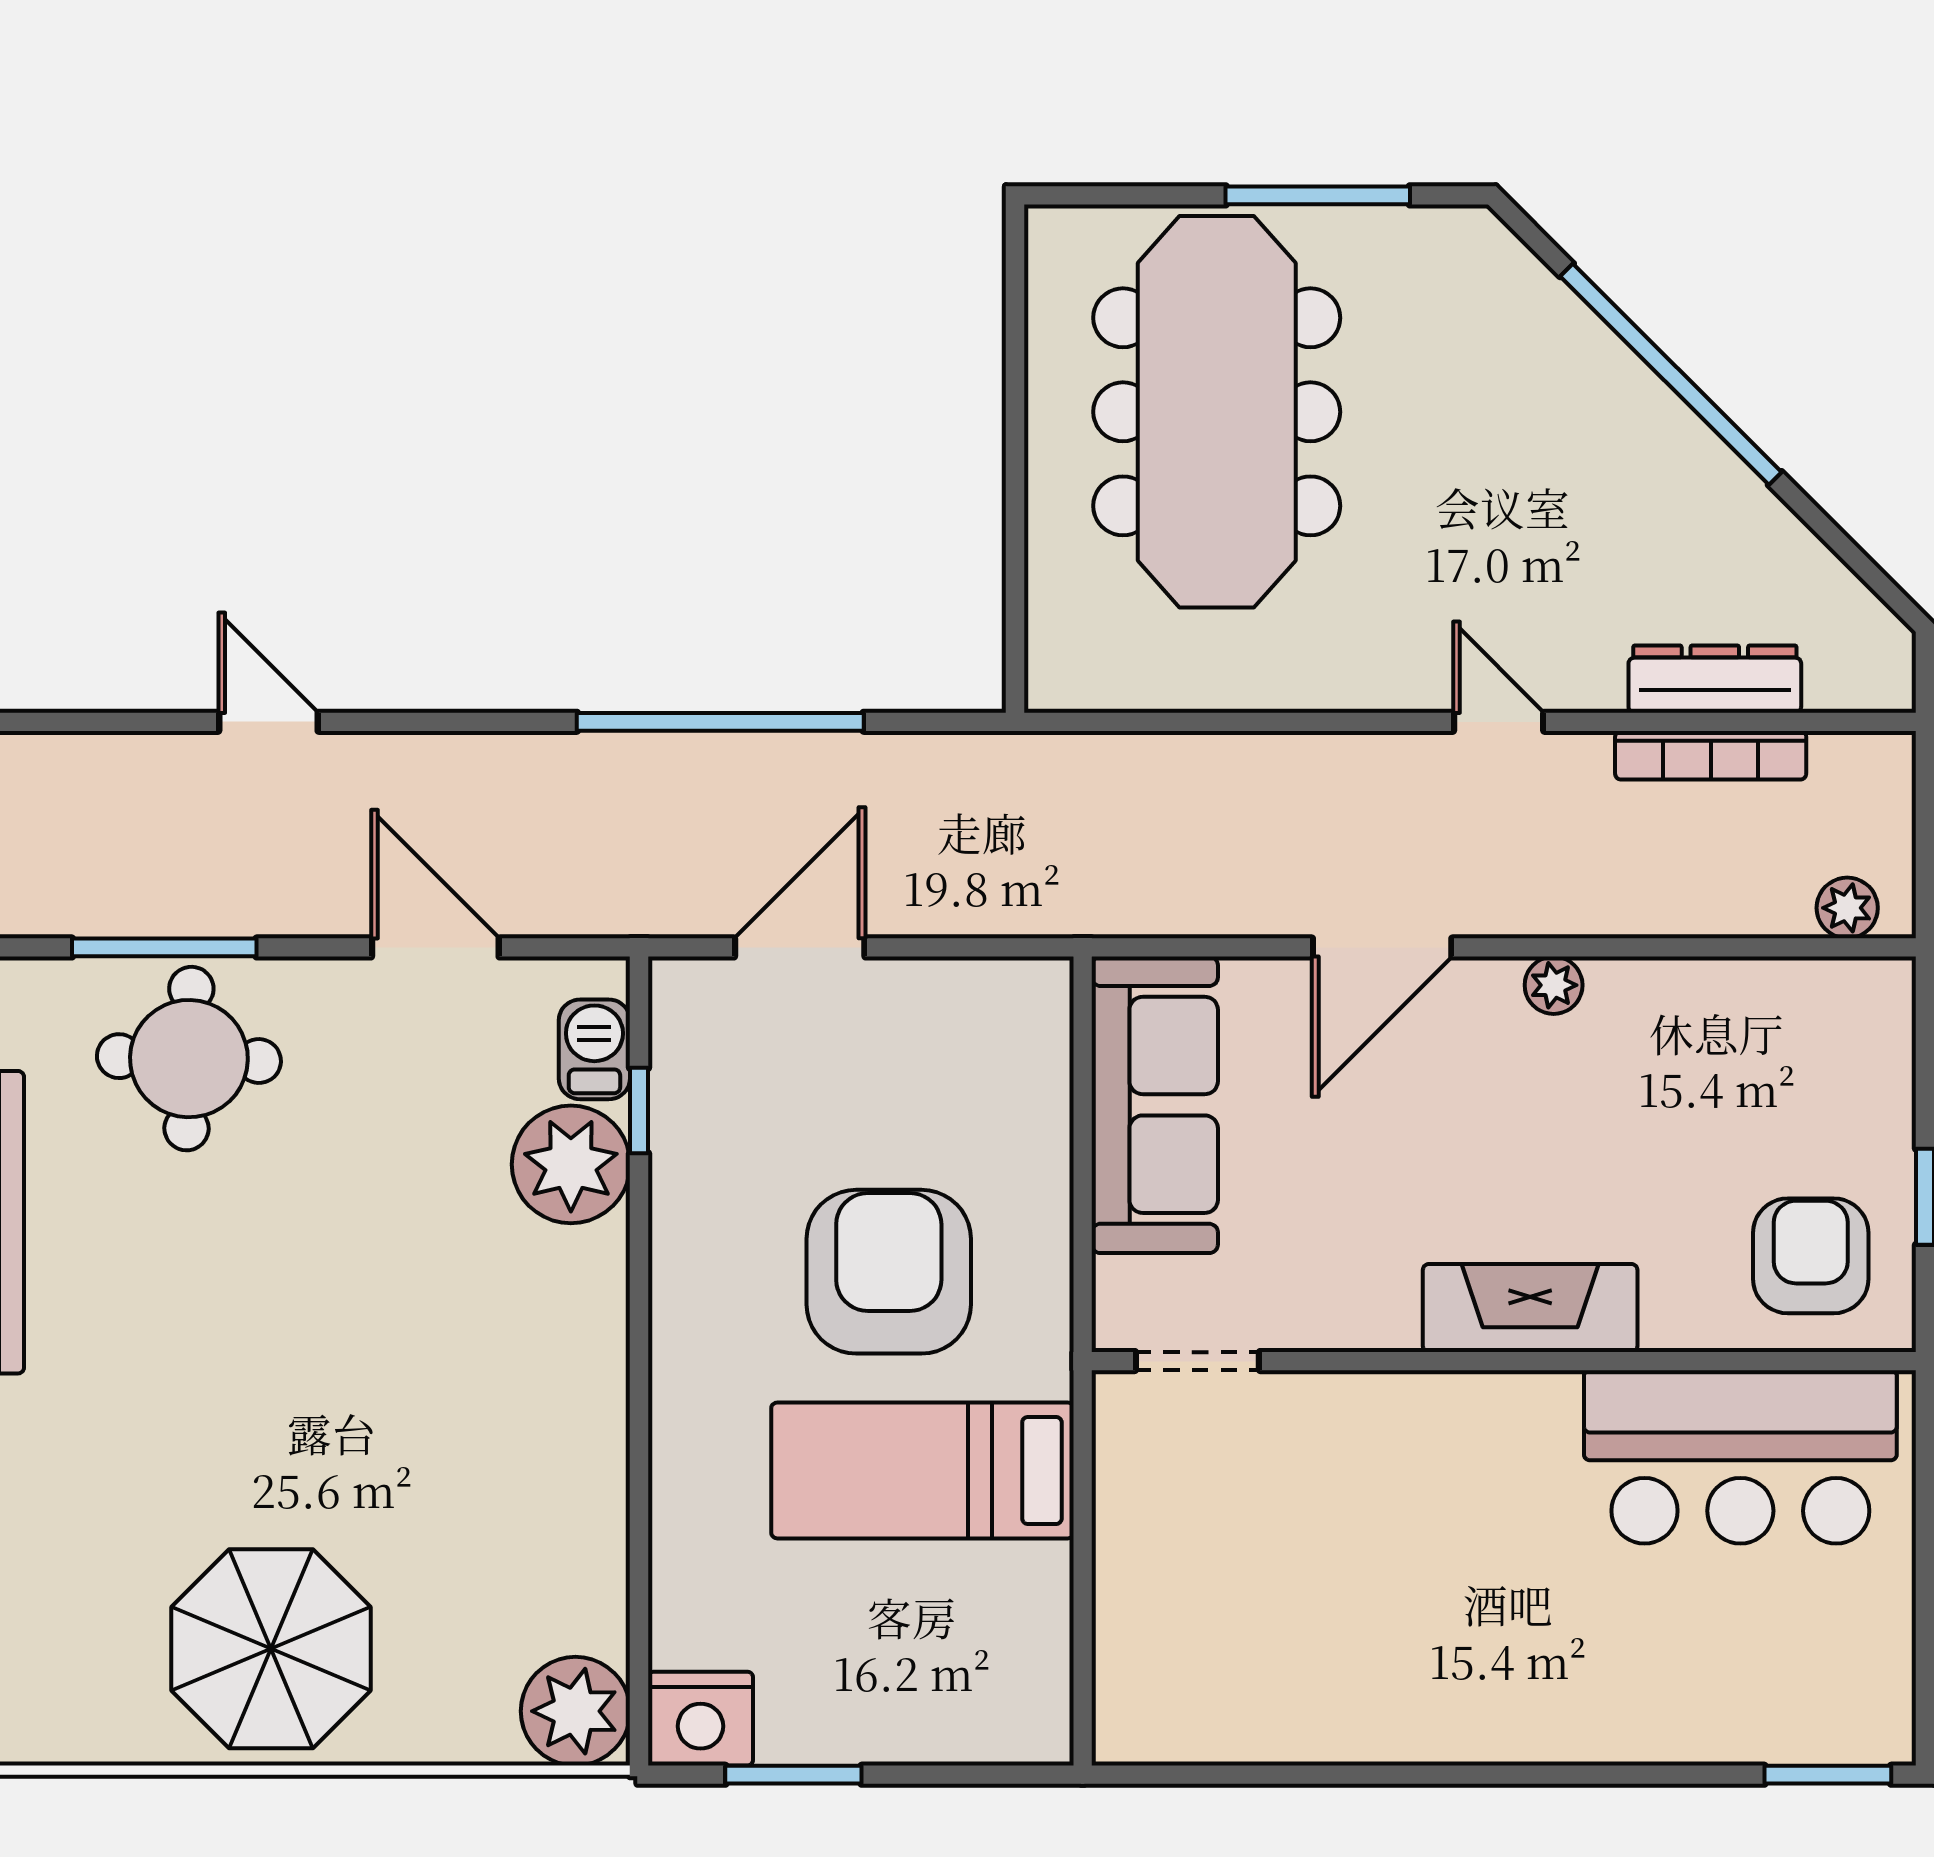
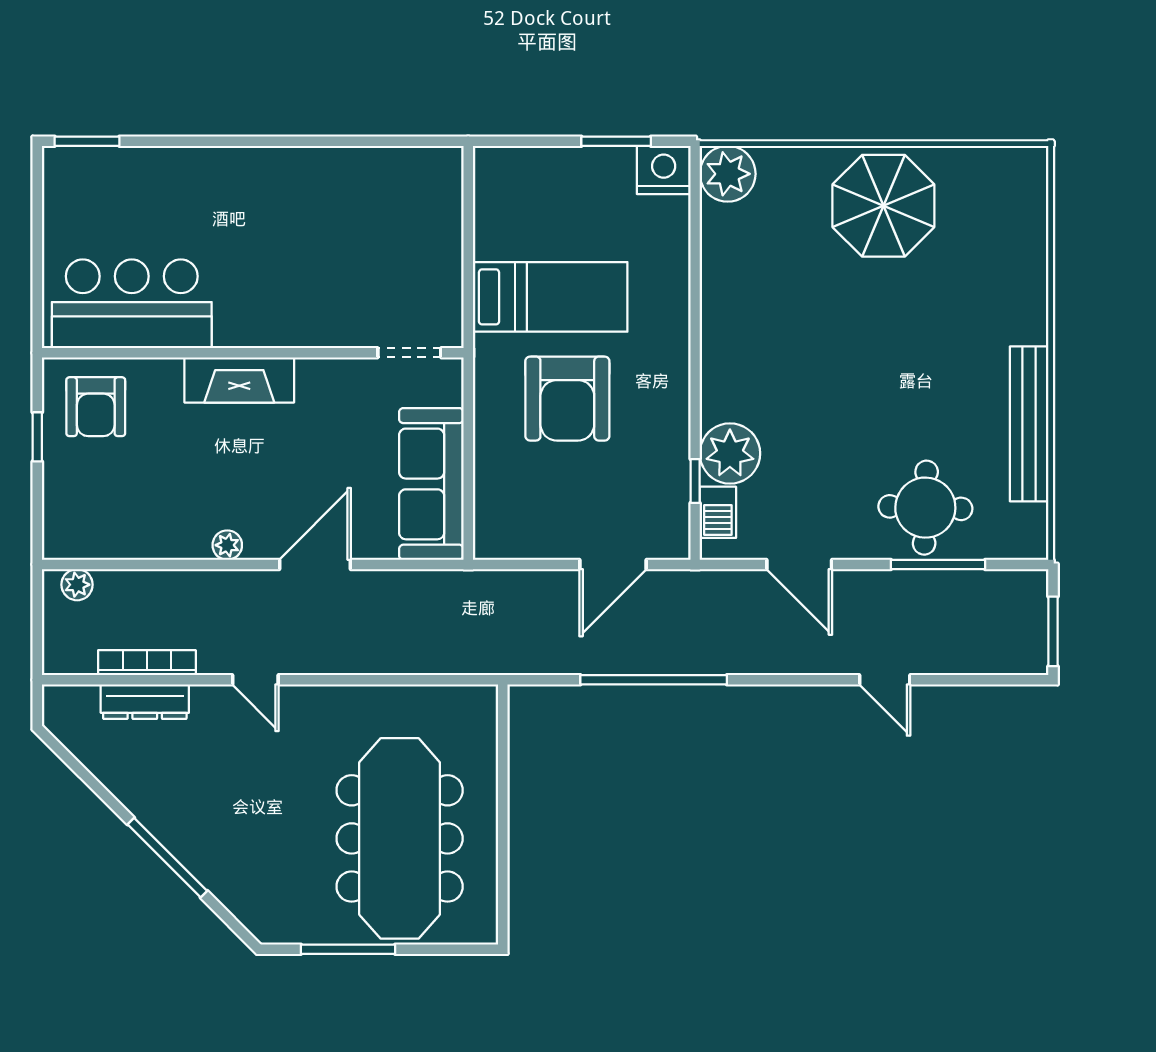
window: (1671, 374) -> (167, 858), width x0.68

